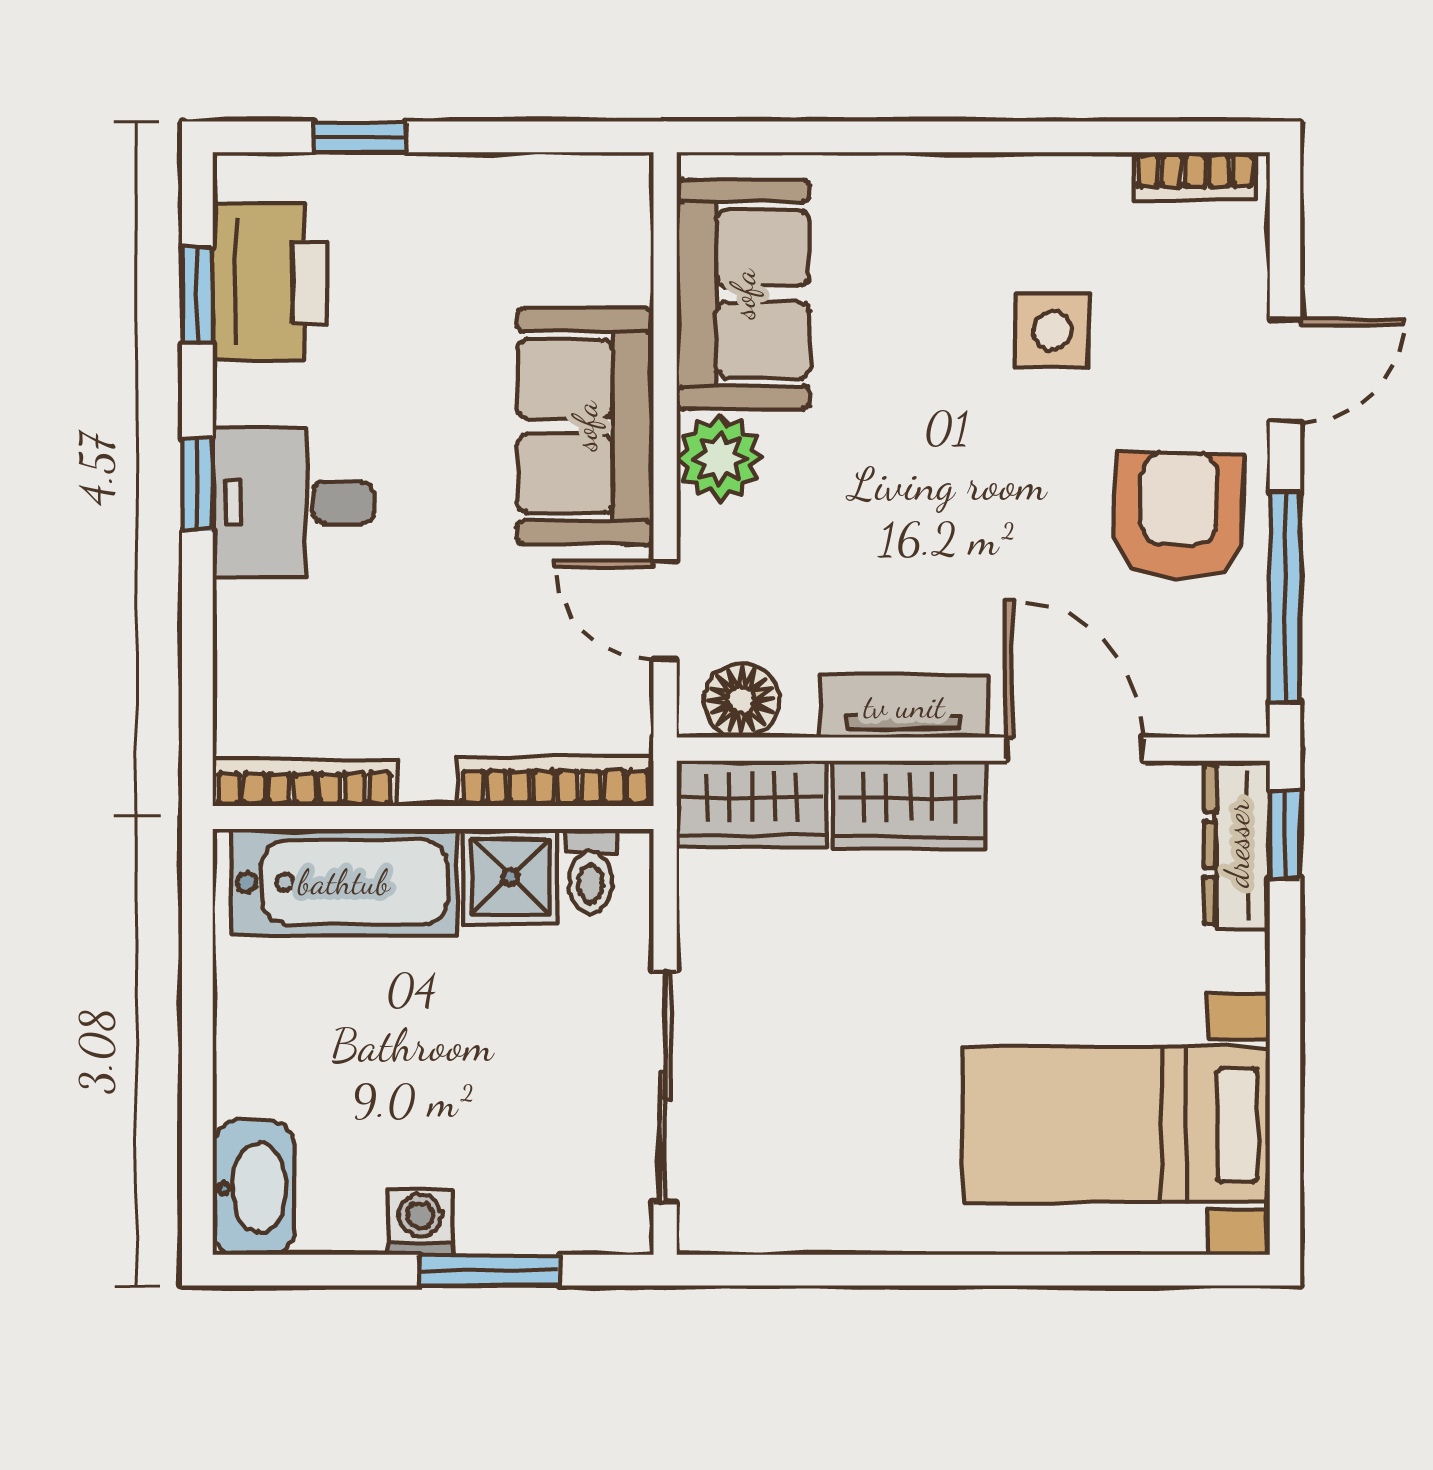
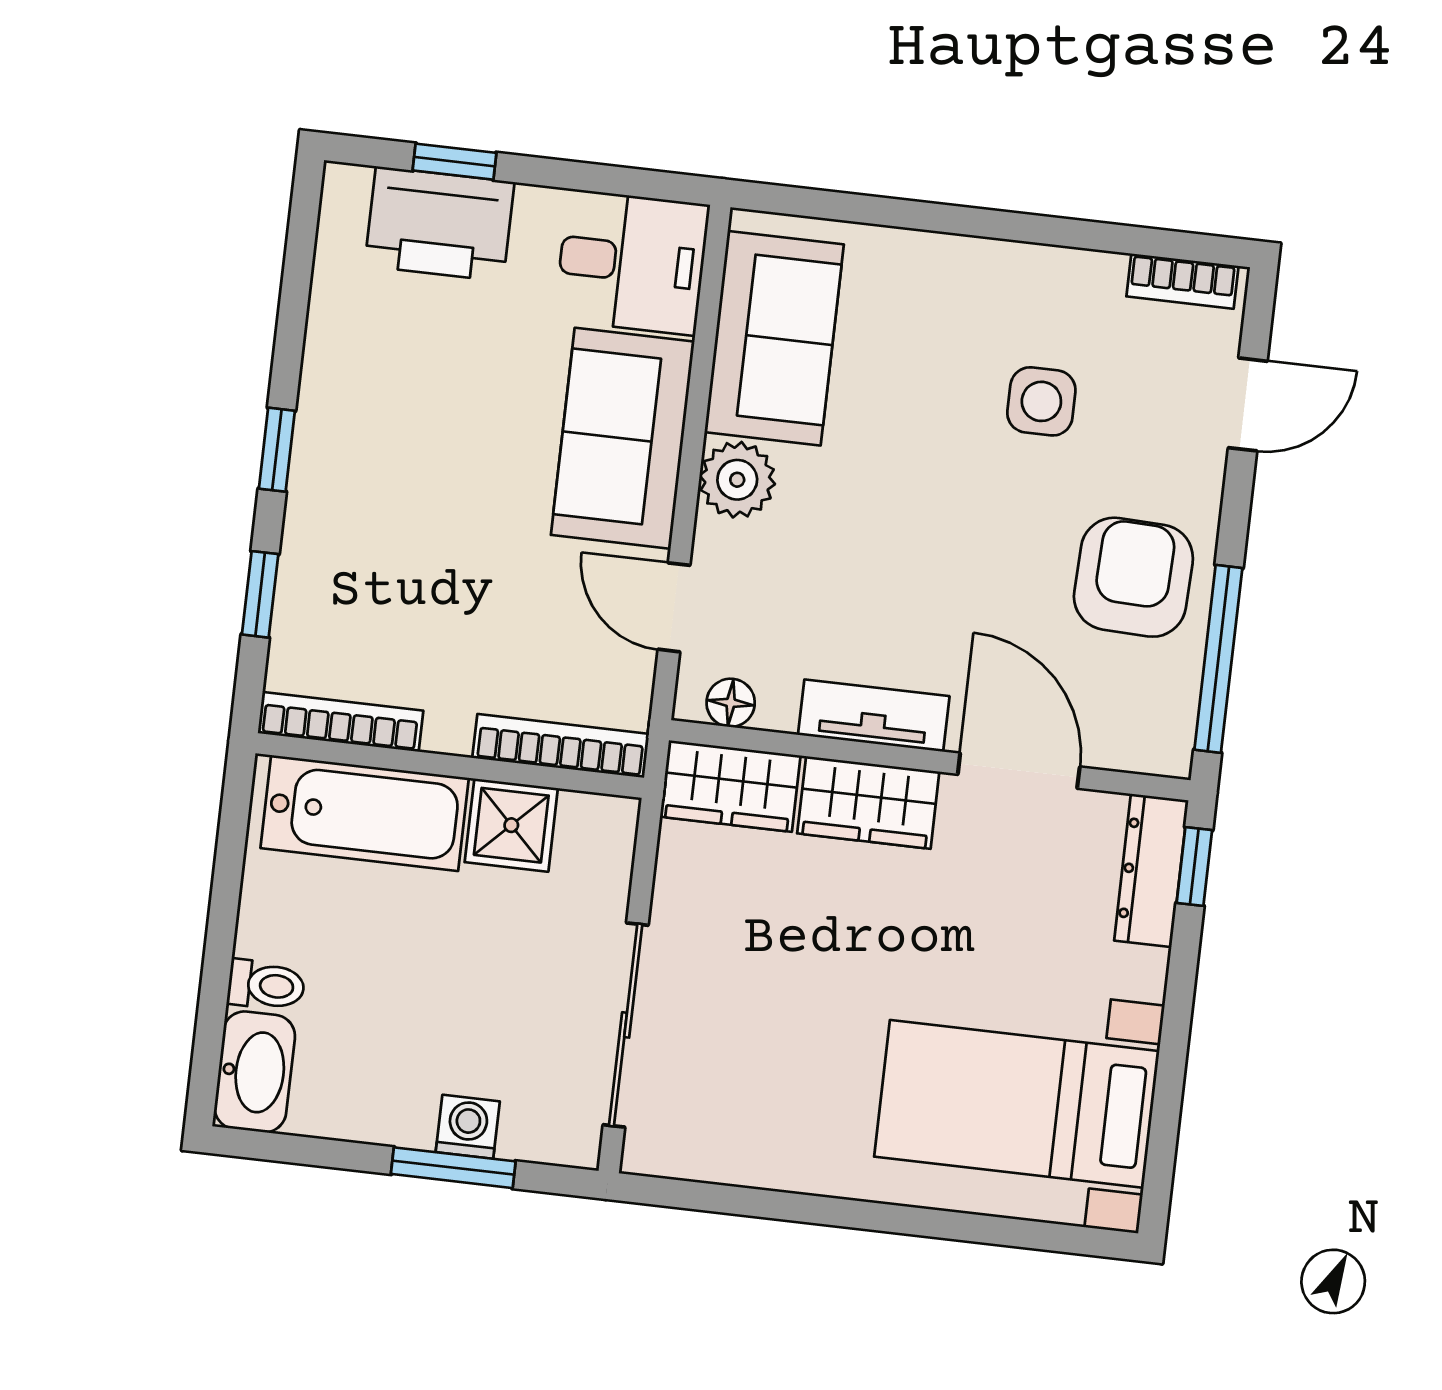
printer: (269, 282) -> (439, 224), moved, turned 90
window: (197, 295) -> (260, 594), moved
door: (1285, 370) -> (1248, 404), moved
desk: (293, 503) -> (632, 262), moved, turned 180
floor lamp: (741, 700) -> (731, 703), width x0.73, depth x0.73
toilet: (590, 872) -> (266, 985), moved, turned -90
washing machine: (420, 1222) -> (468, 1127), moved

